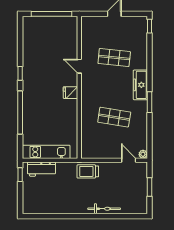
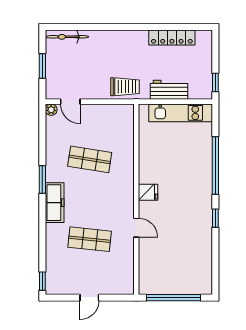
workbench: (41, 169) -> (169, 90), moved
locker: (53, 208) -> (172, 37), added
bicycle: (104, 209) -> (67, 37), moved

